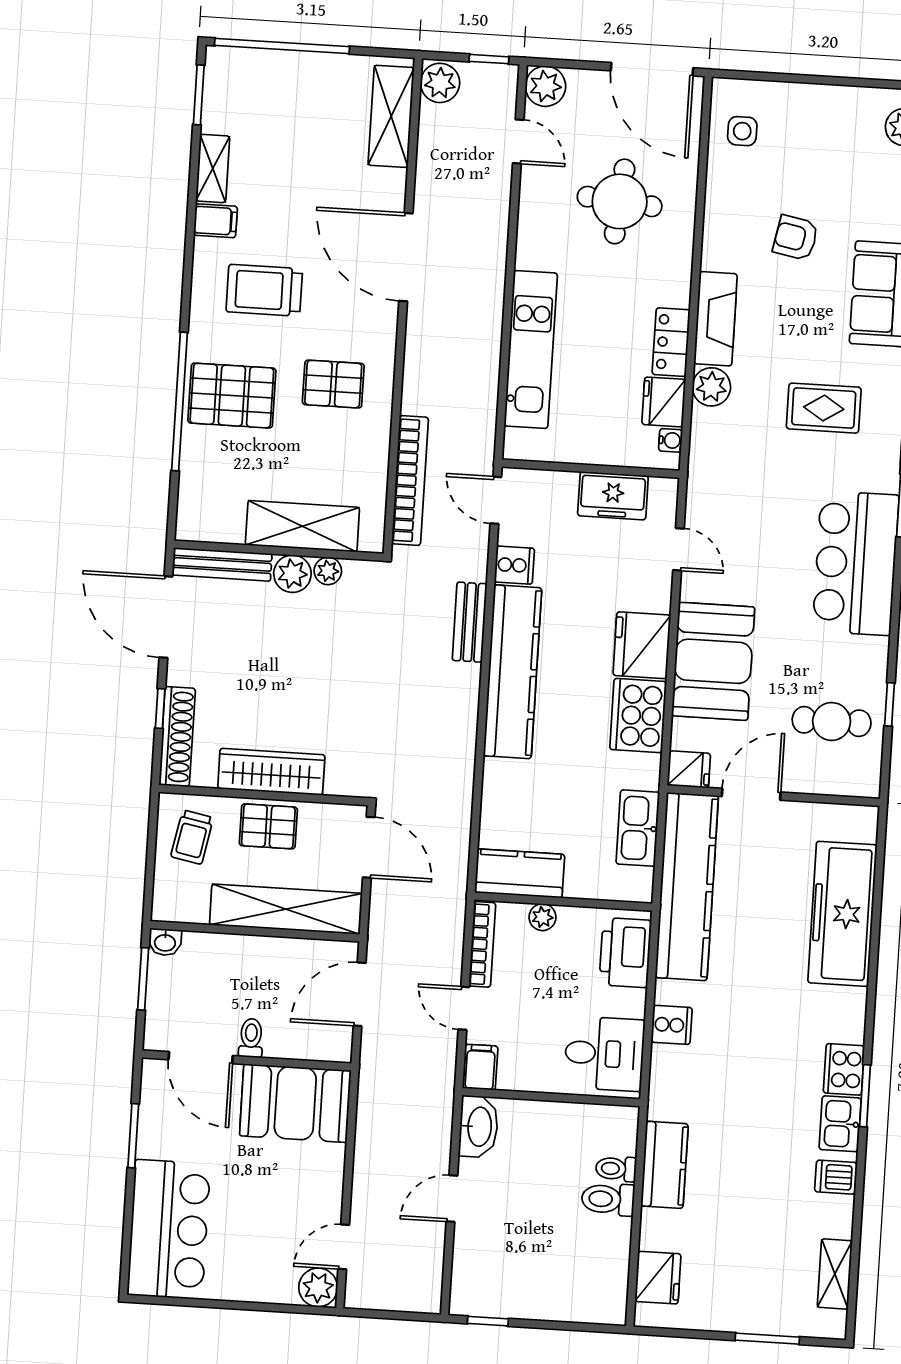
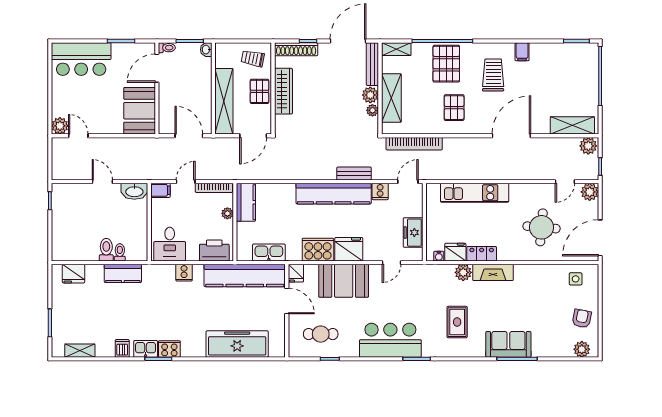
shelving: (213, 168) -> (396, 49), moved
armchair: (796, 238) -> (582, 319), moved
cafe table: (832, 721) -> (321, 334), turned 90
toilet: (251, 1038) -> (167, 48), moved

